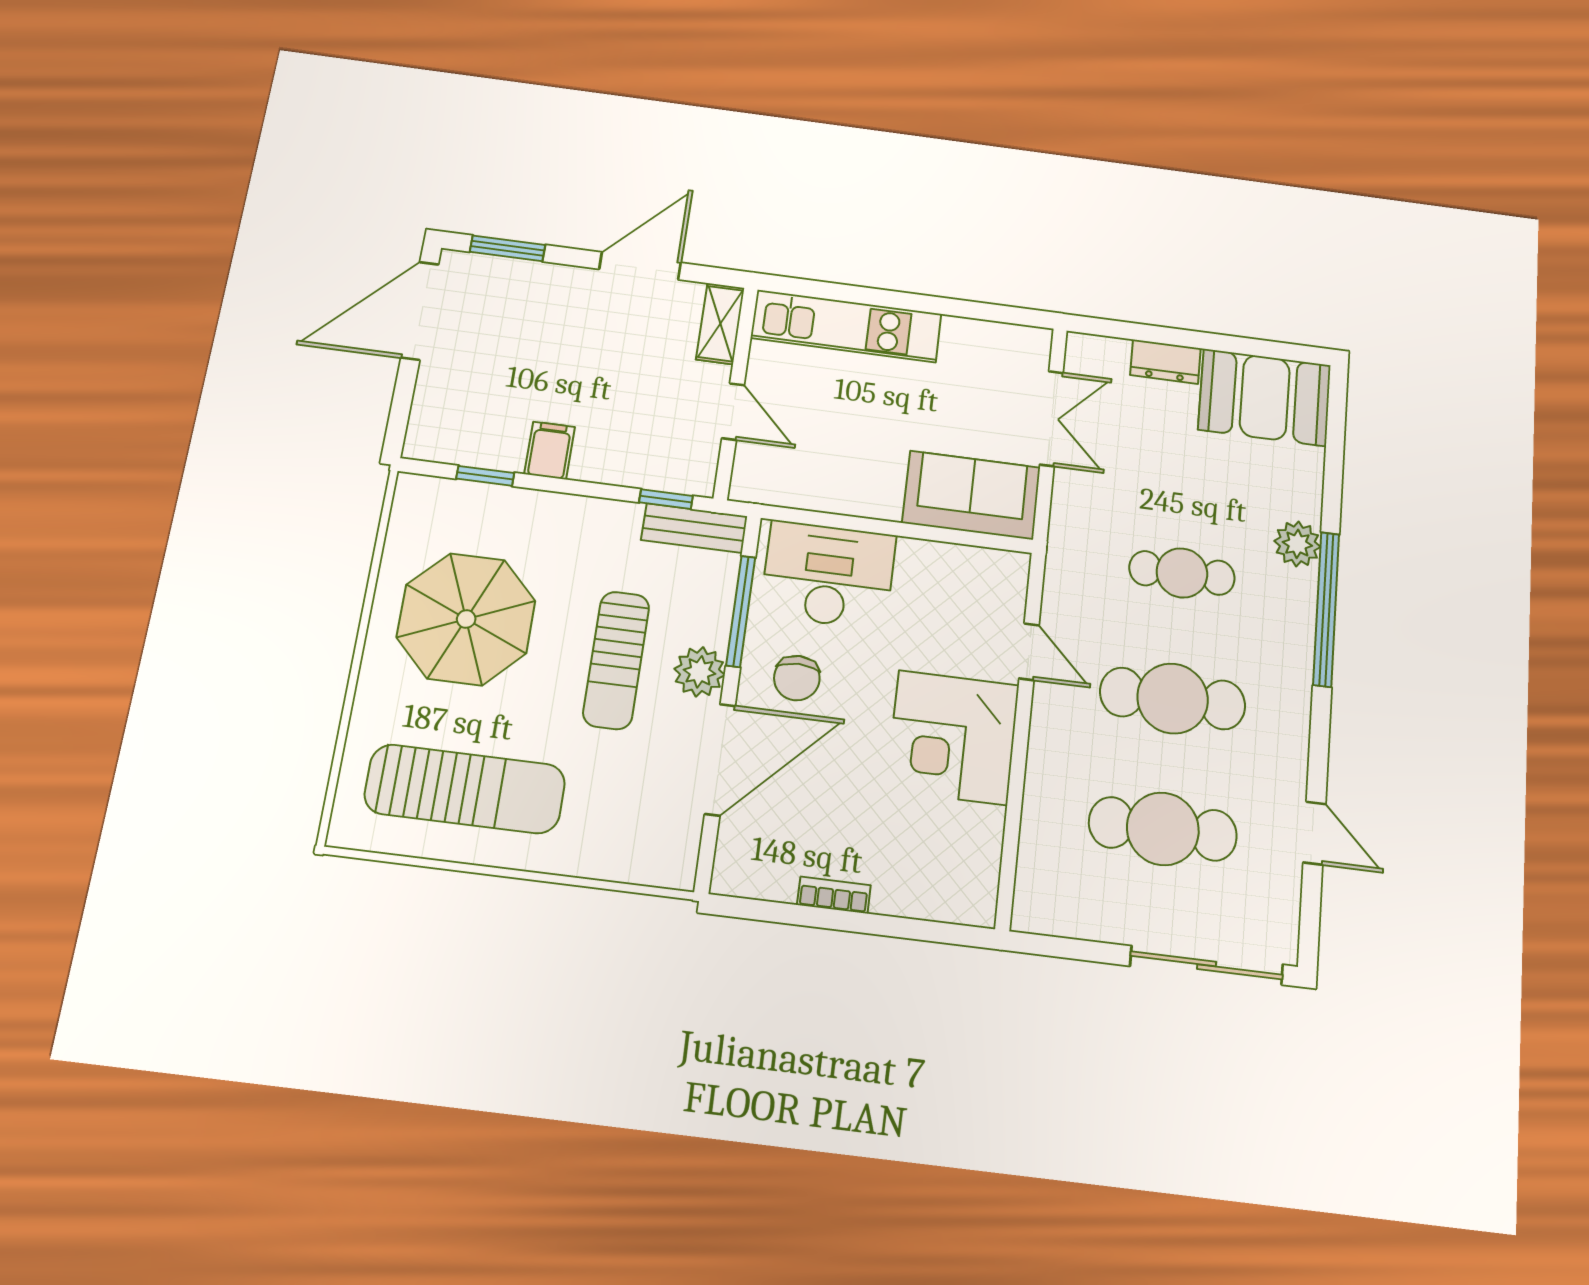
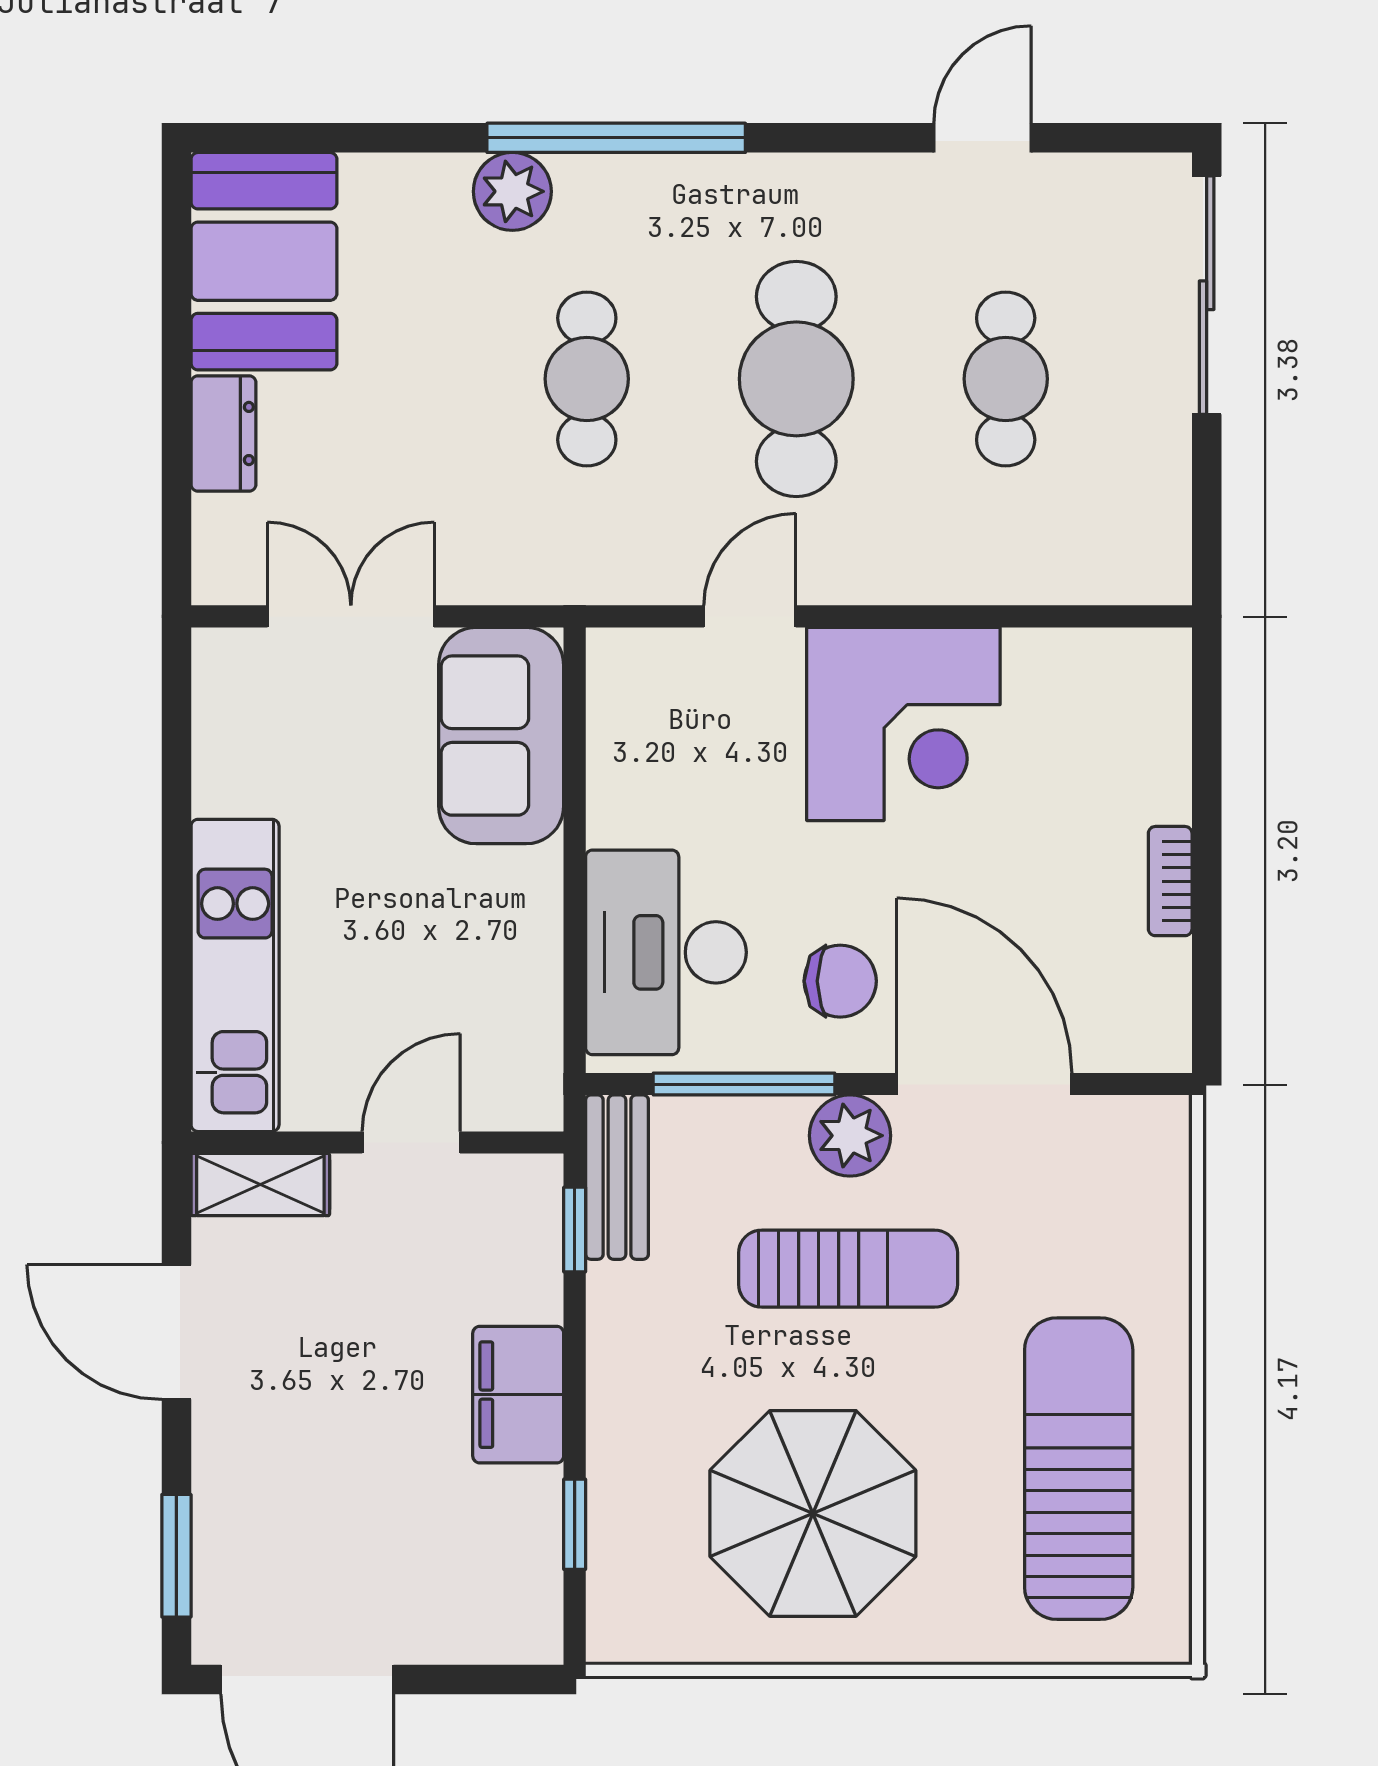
filing cabinet: (550, 450) -> (518, 1395), width x2.00
cafe table: (1163, 829) -> (1006, 379), width x0.73, depth x0.74

